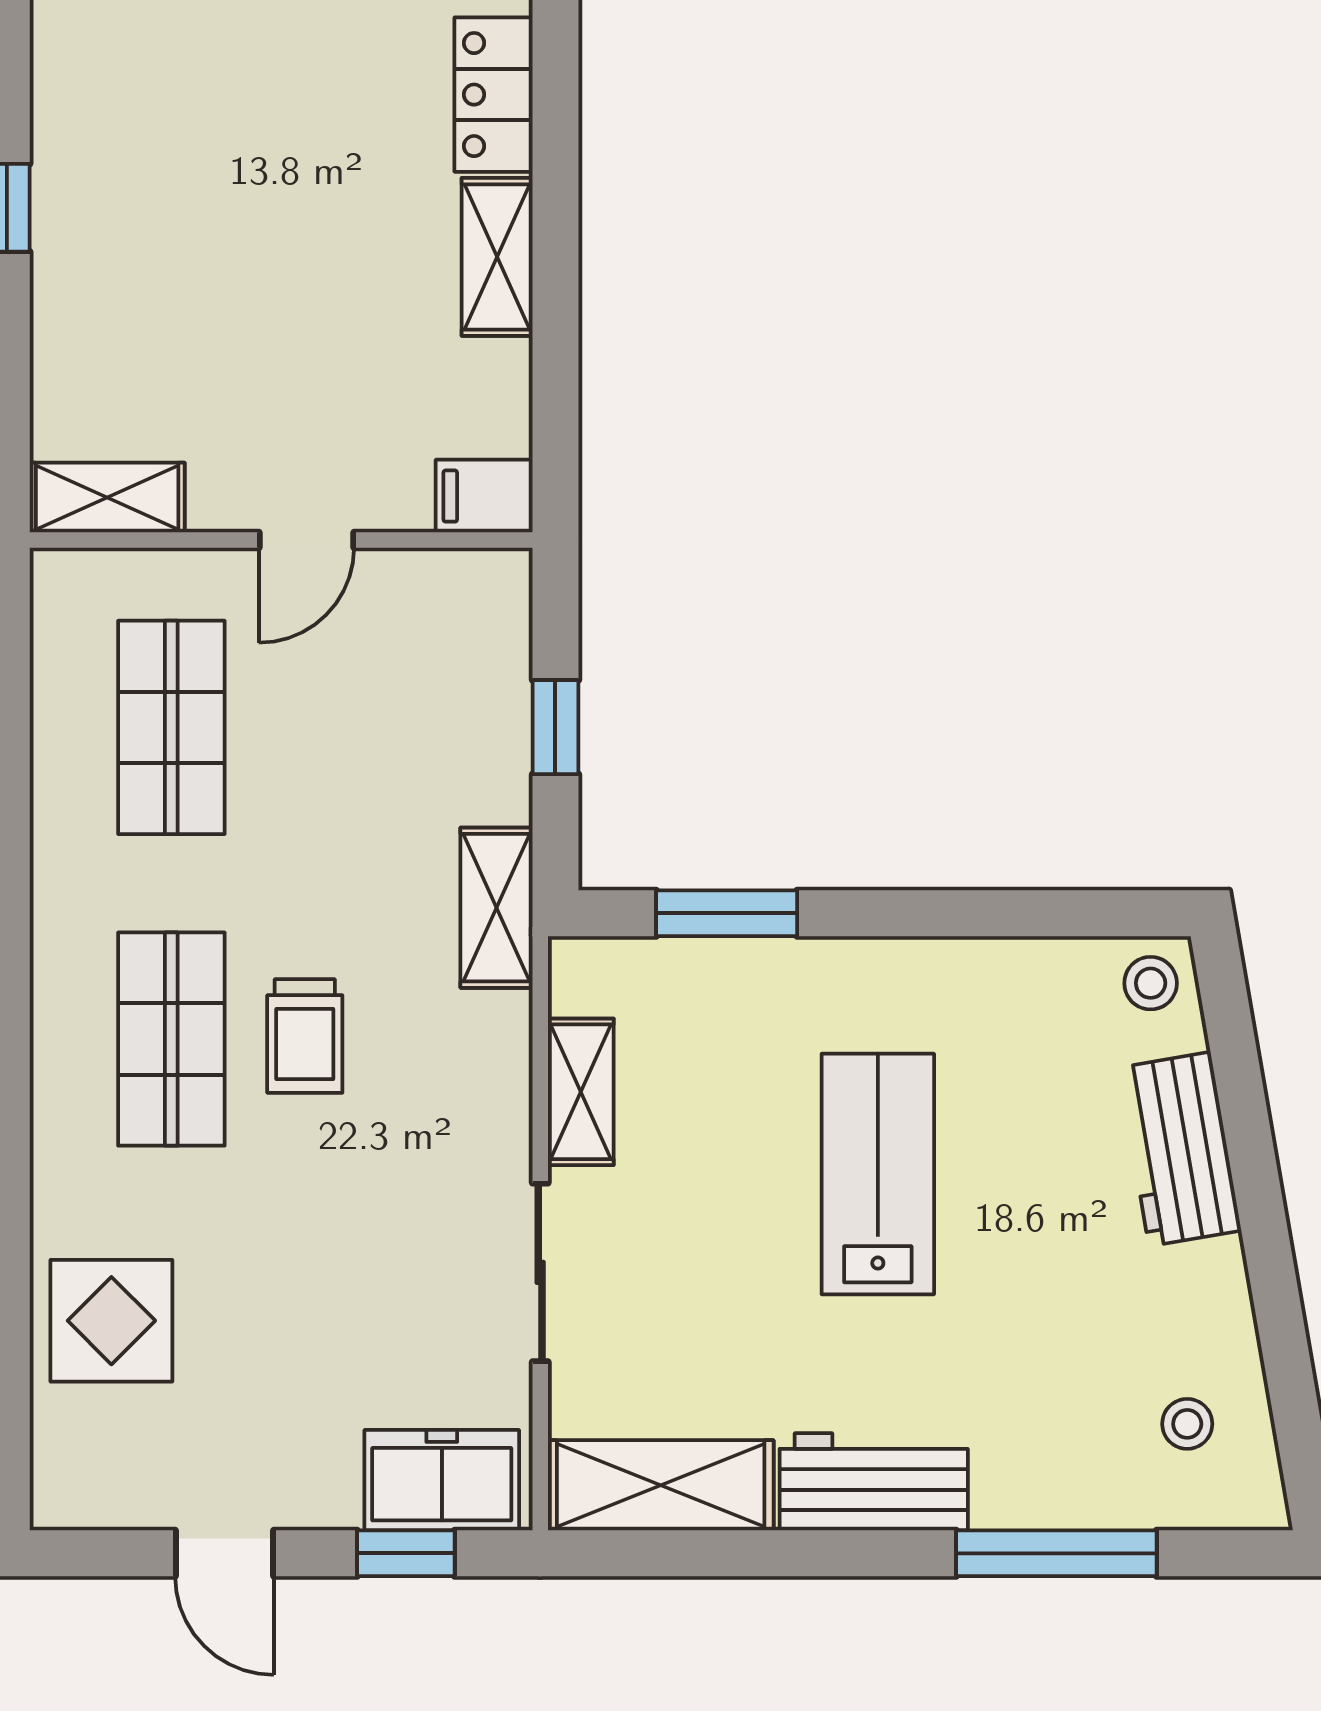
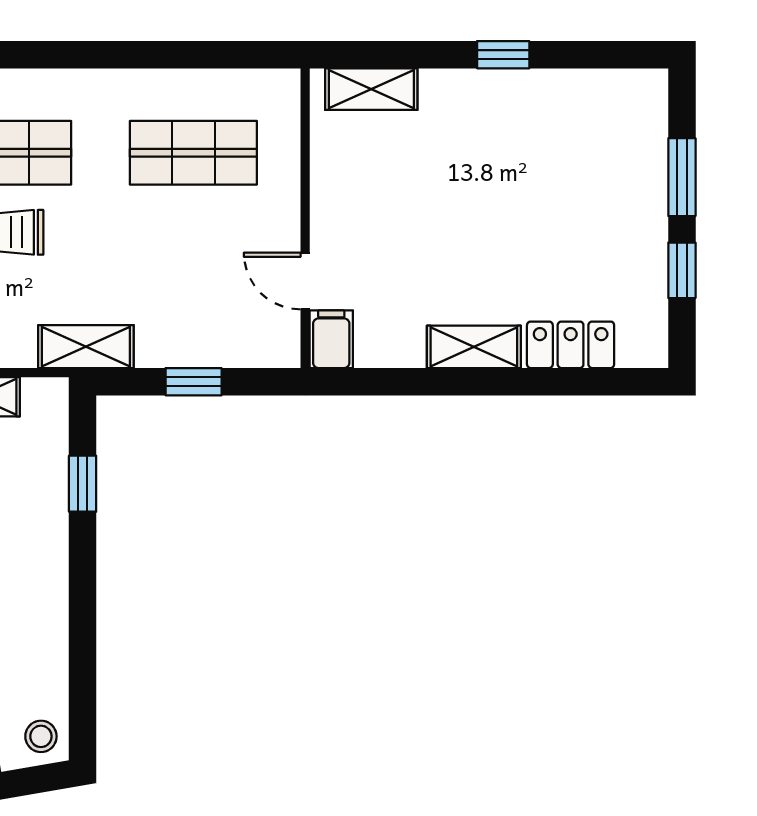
shelving: (107, 498) -> (371, 89), moved, turned 90
door: (306, 540) -> (305, 281), moved
window: (727, 913) -> (83, 484), width x0.67

